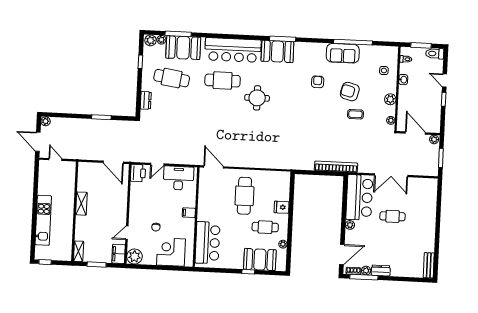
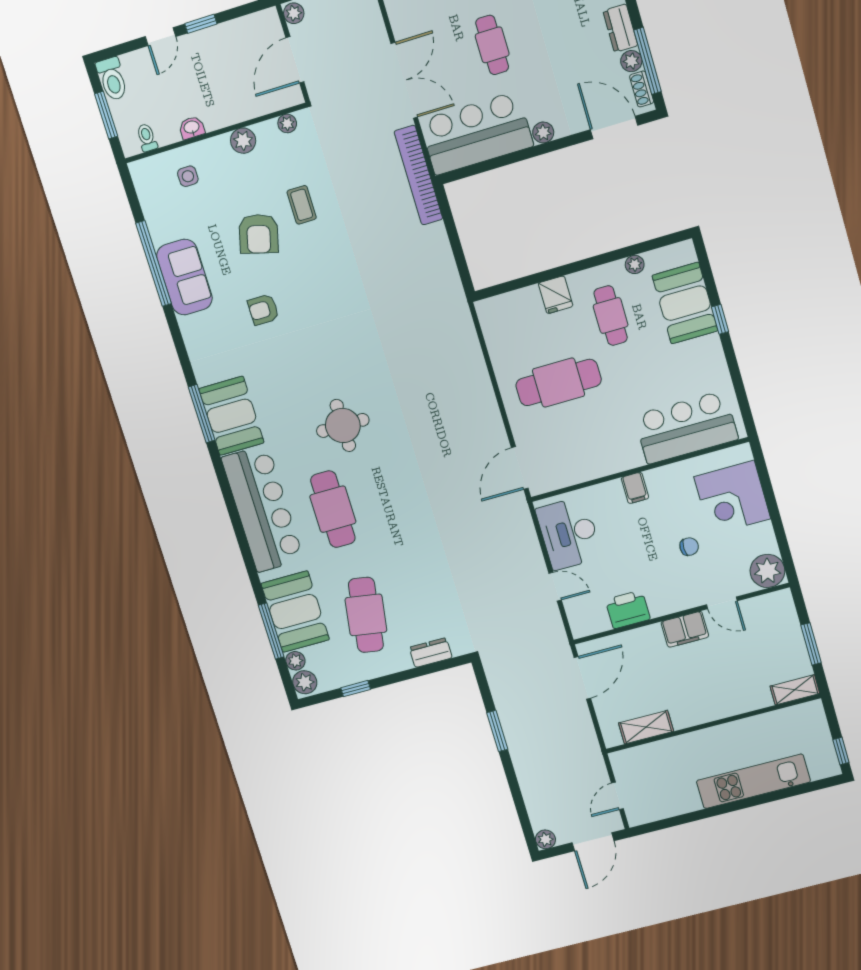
bookcase: (336, 167) -> (418, 175), moved
printer: (138, 173) -> (628, 609), moved
shelving: (81, 204) -> (646, 727), moved
filing cabinet: (118, 254) -> (685, 629), moved

